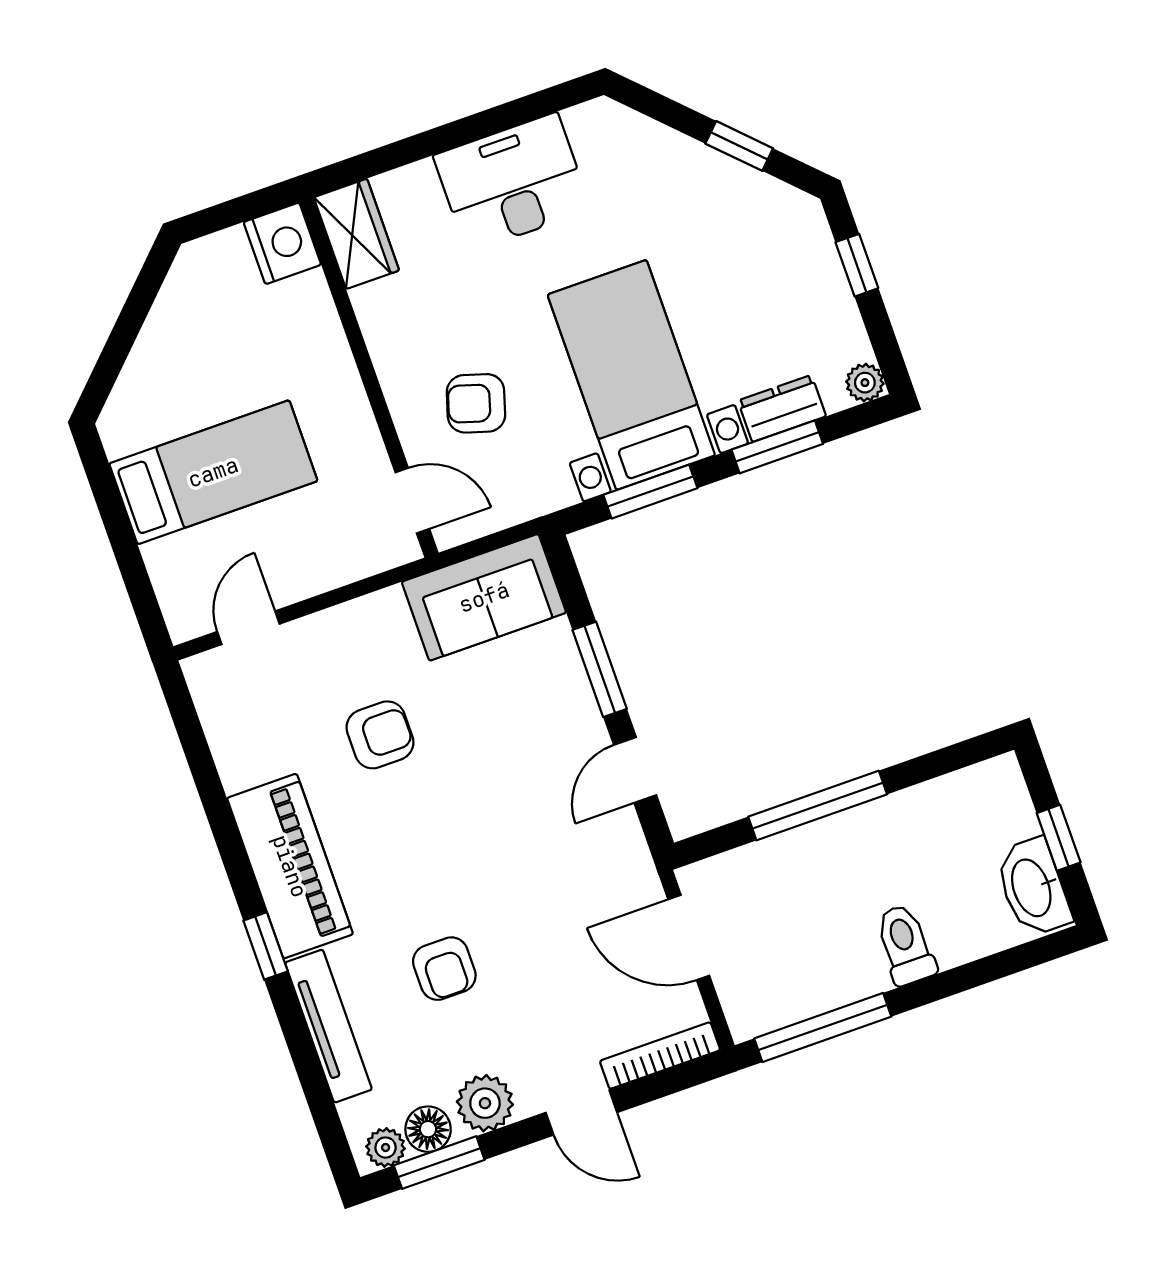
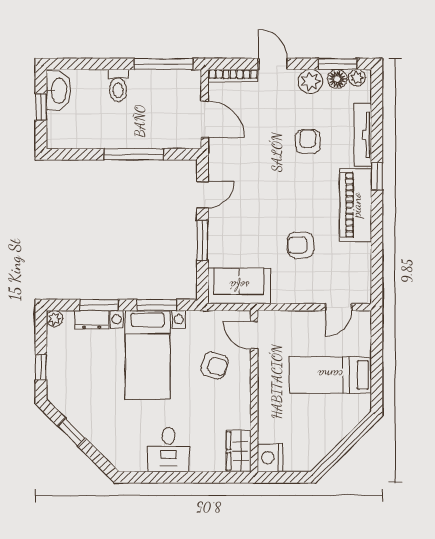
desk: (512, 183) -> (169, 450), width x0.73

